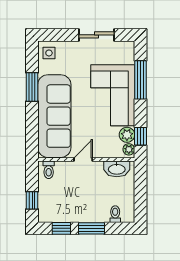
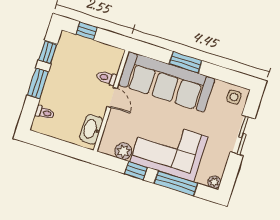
sliding door: (96, 35) -> (242, 136), moved
window: (32, 87) -> (186, 62), moved
window: (140, 136) -> (136, 171), moved
plant: (129, 149) -> (214, 182), moved
toilet: (49, 170) -> (107, 78), moved

